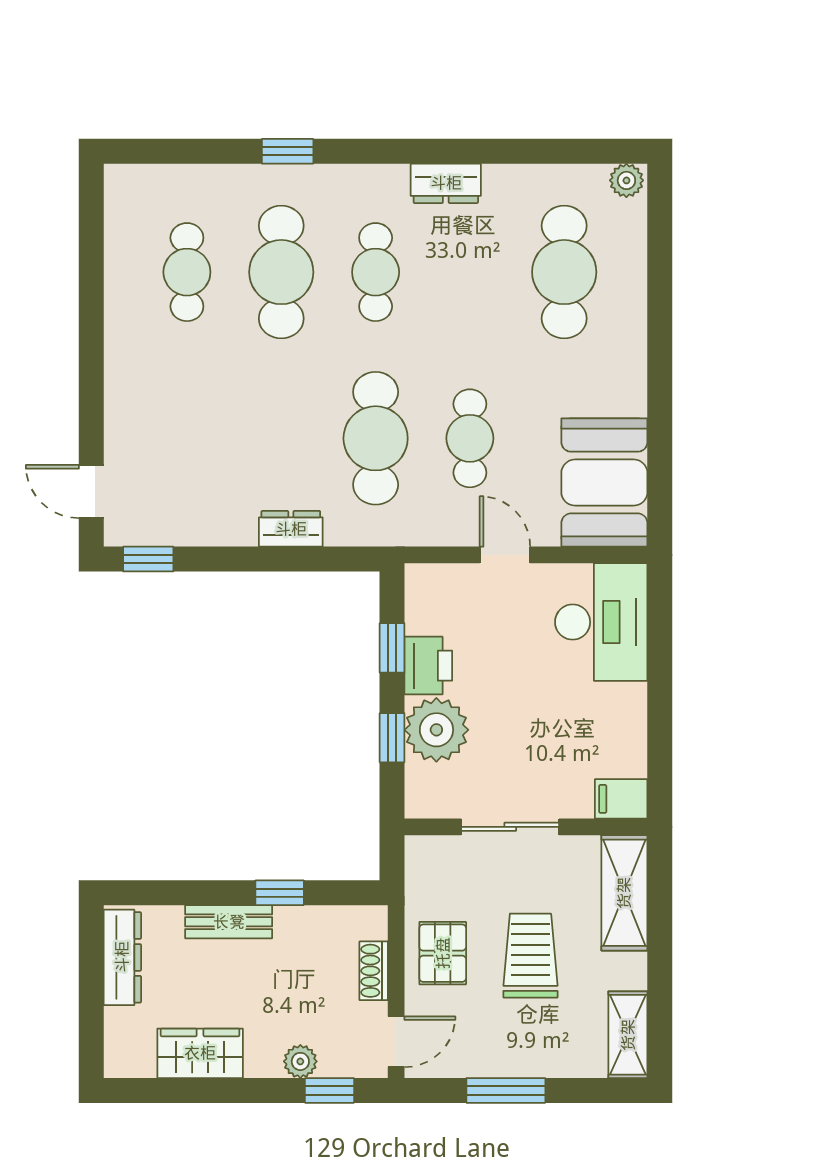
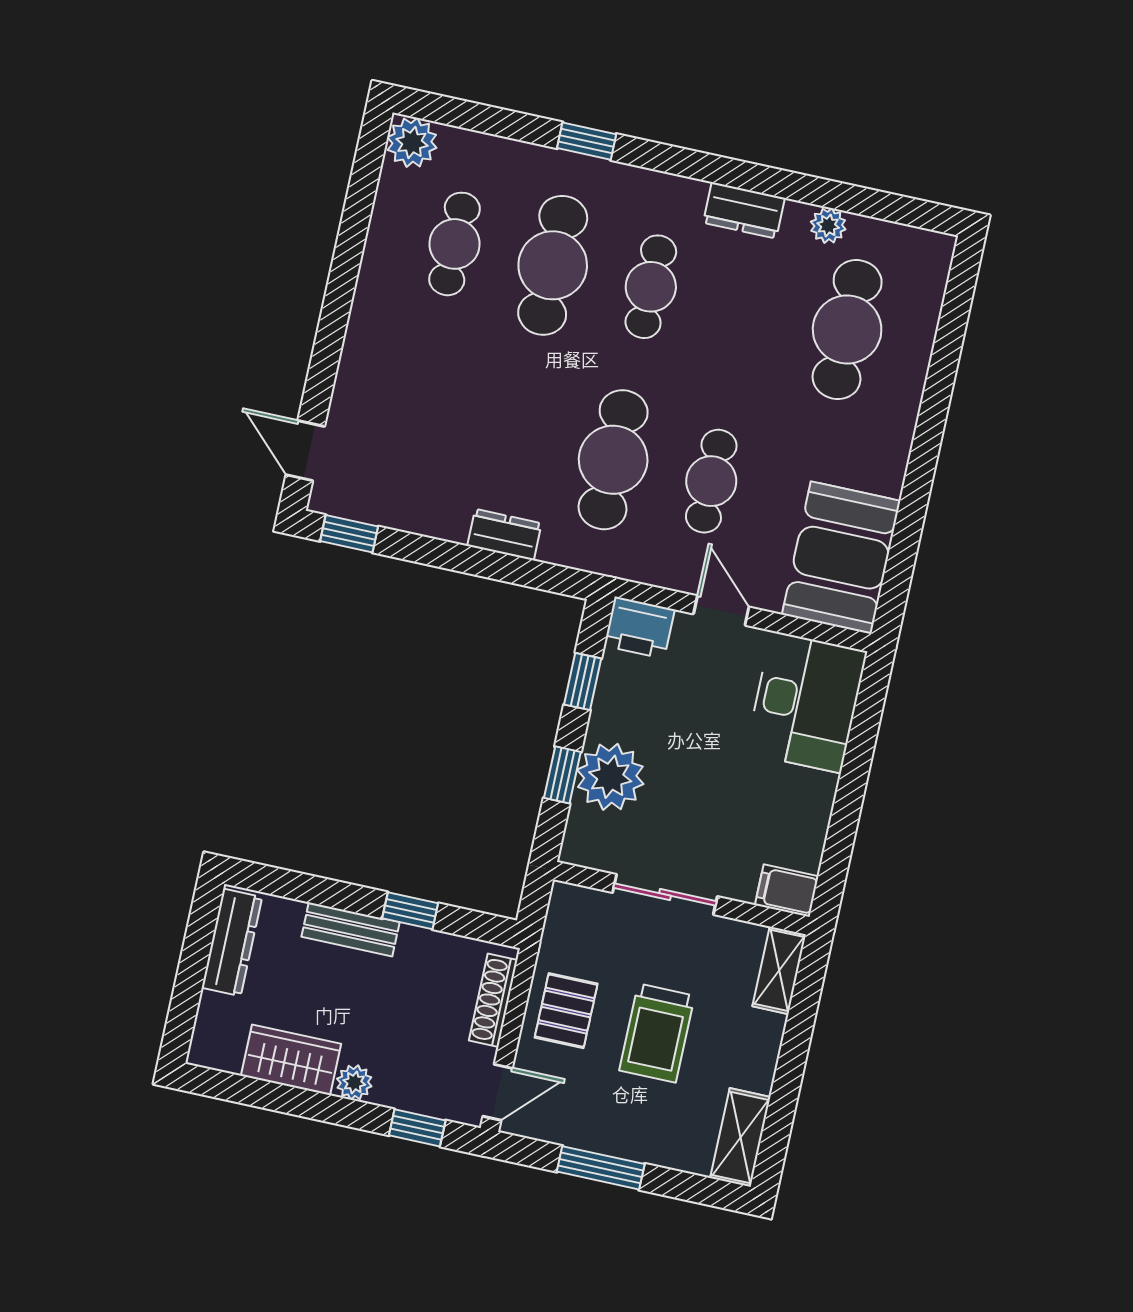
plant: (626, 180) -> (828, 226), moved
plant: (128, 187) -> (412, 142), added
printer: (428, 666) -> (639, 628), moved, turned 90
shelving: (624, 893) -> (779, 970), width x0.67, depth x0.75
trolley: (530, 956) -> (657, 1033), turned 180
shoe rack: (374, 971) -> (493, 1000), width x1.43
plant: (300, 1061) -> (354, 1082), moved

